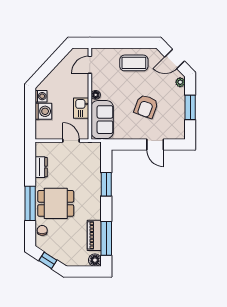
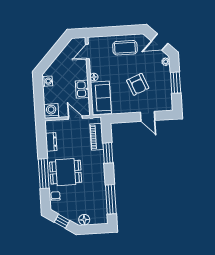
armchair: (146, 106) -> (138, 84), turned -42
washing machine: (43, 111) -> (51, 111), moved, turned -90
piano: (94, 235) -> (97, 137), moved
floor lamp: (95, 260) -> (84, 220), moved

